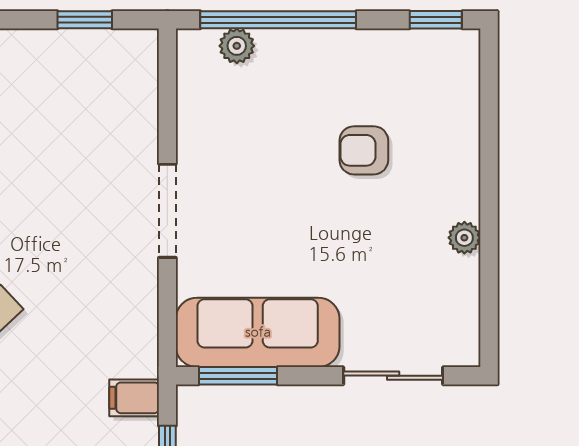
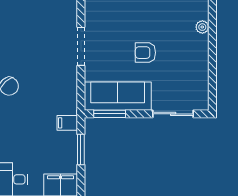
armchair: (364, 150) -> (145, 53), moved
plant: (464, 238) -> (202, 27), moved

